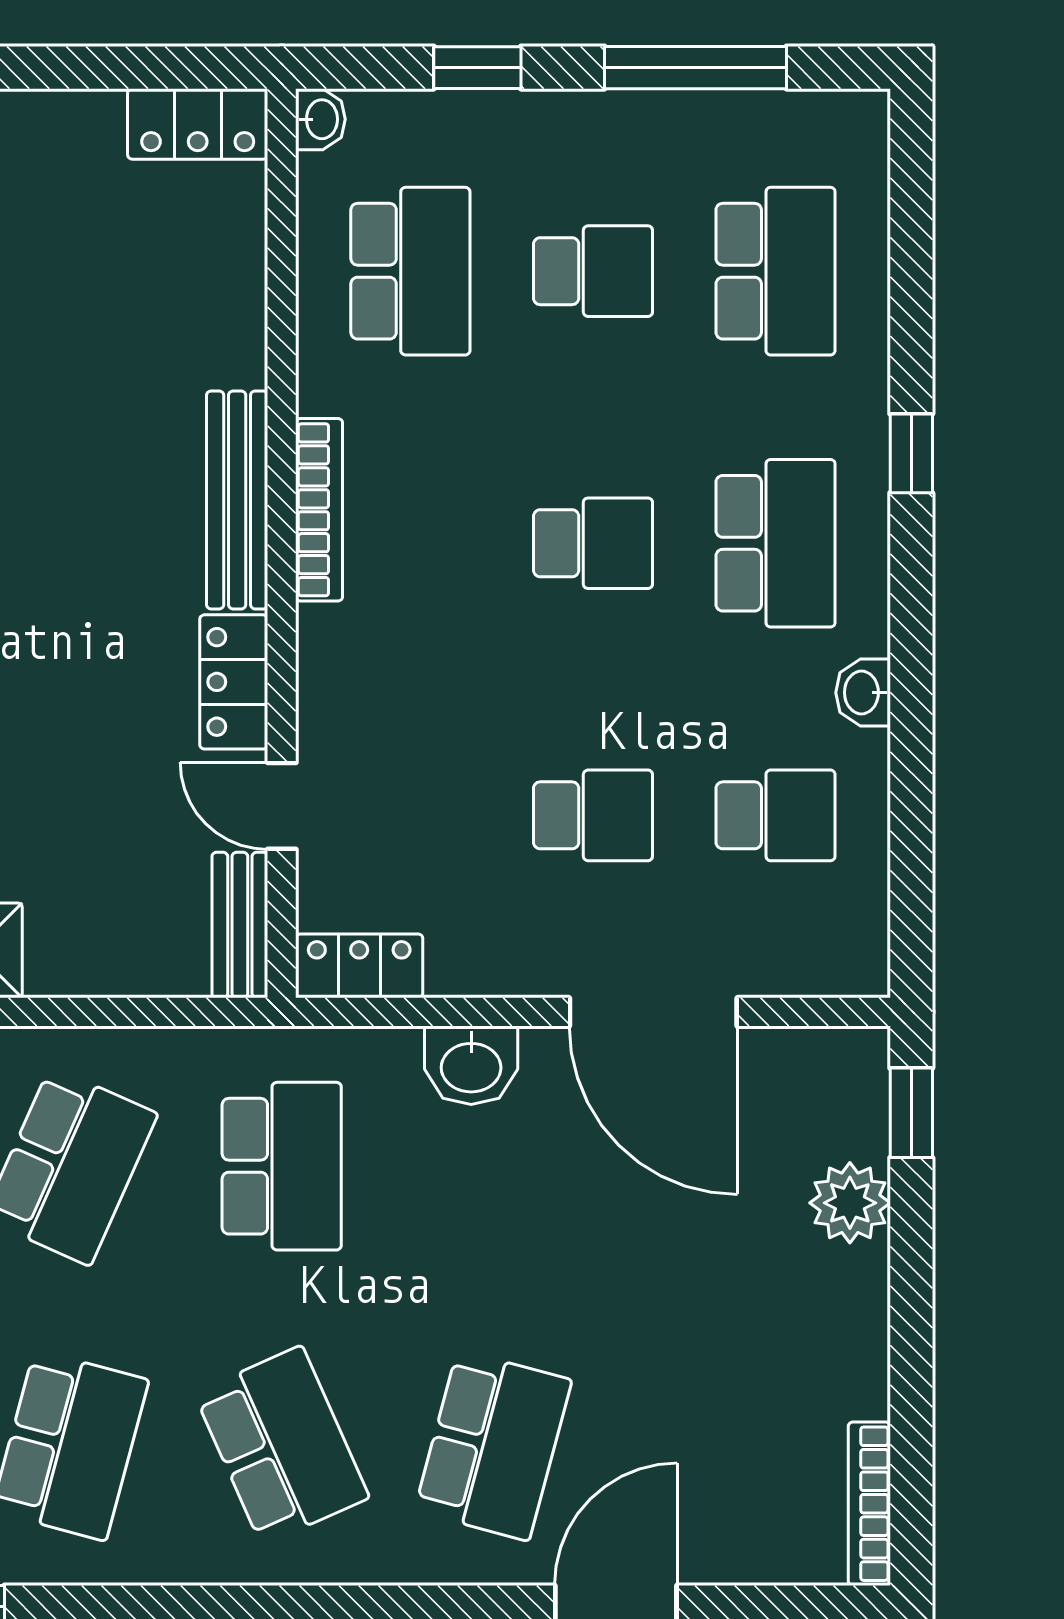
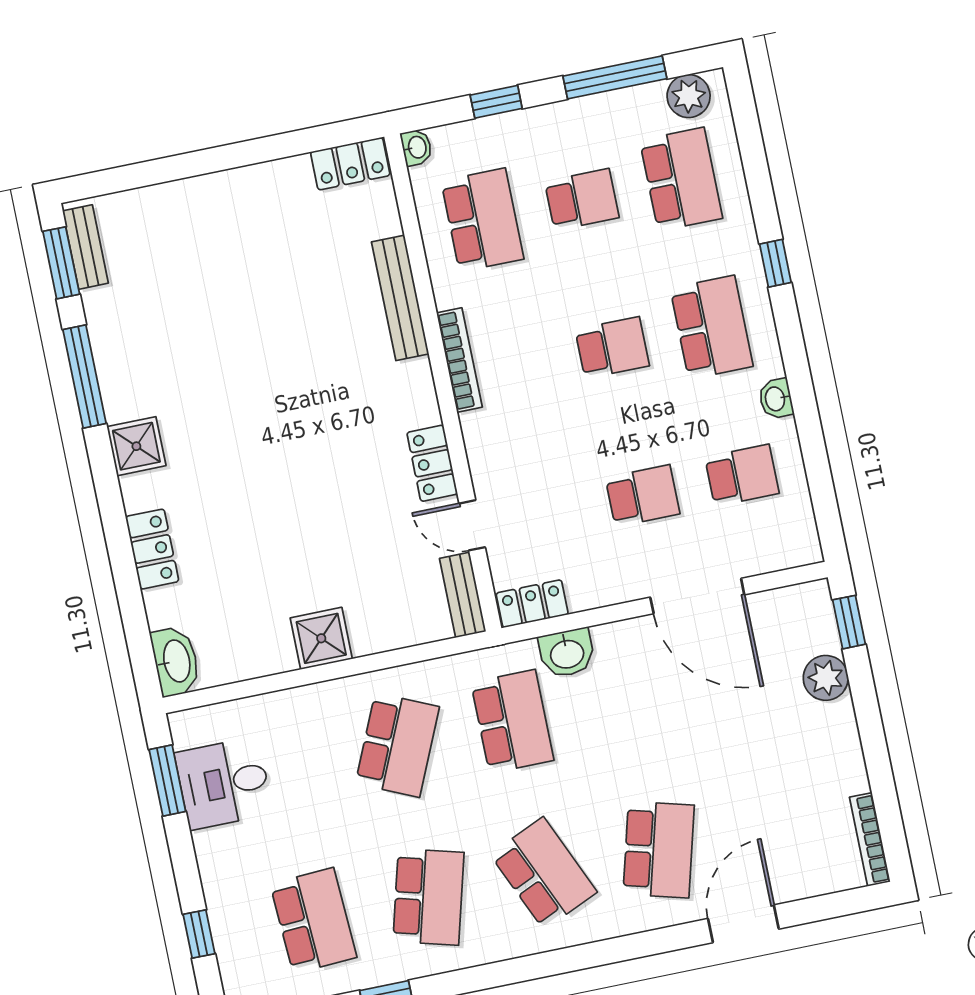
plant: (819, 127) -> (689, 96), added
bench: (237, 500) -> (400, 298), moved
washbasin: (471, 1065) -> (567, 653), moved

